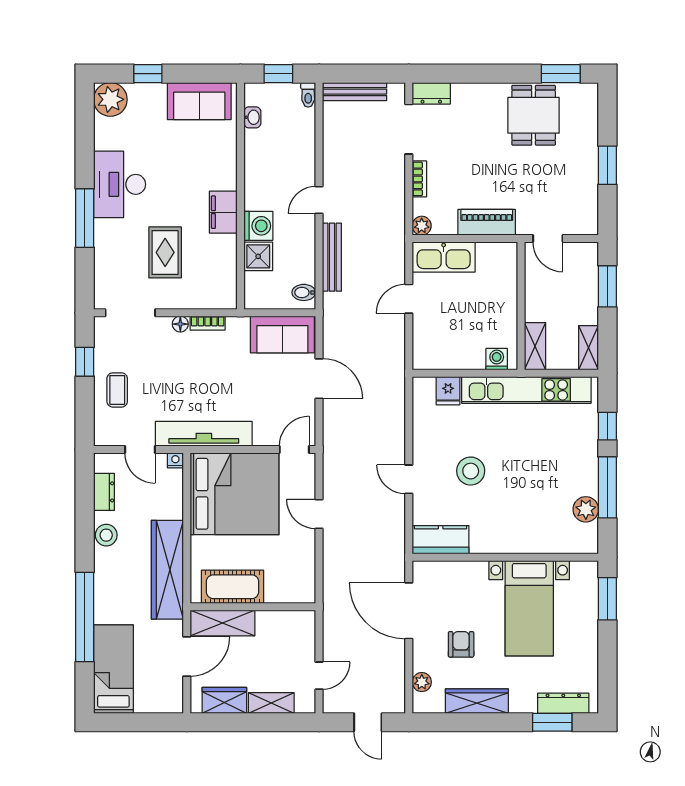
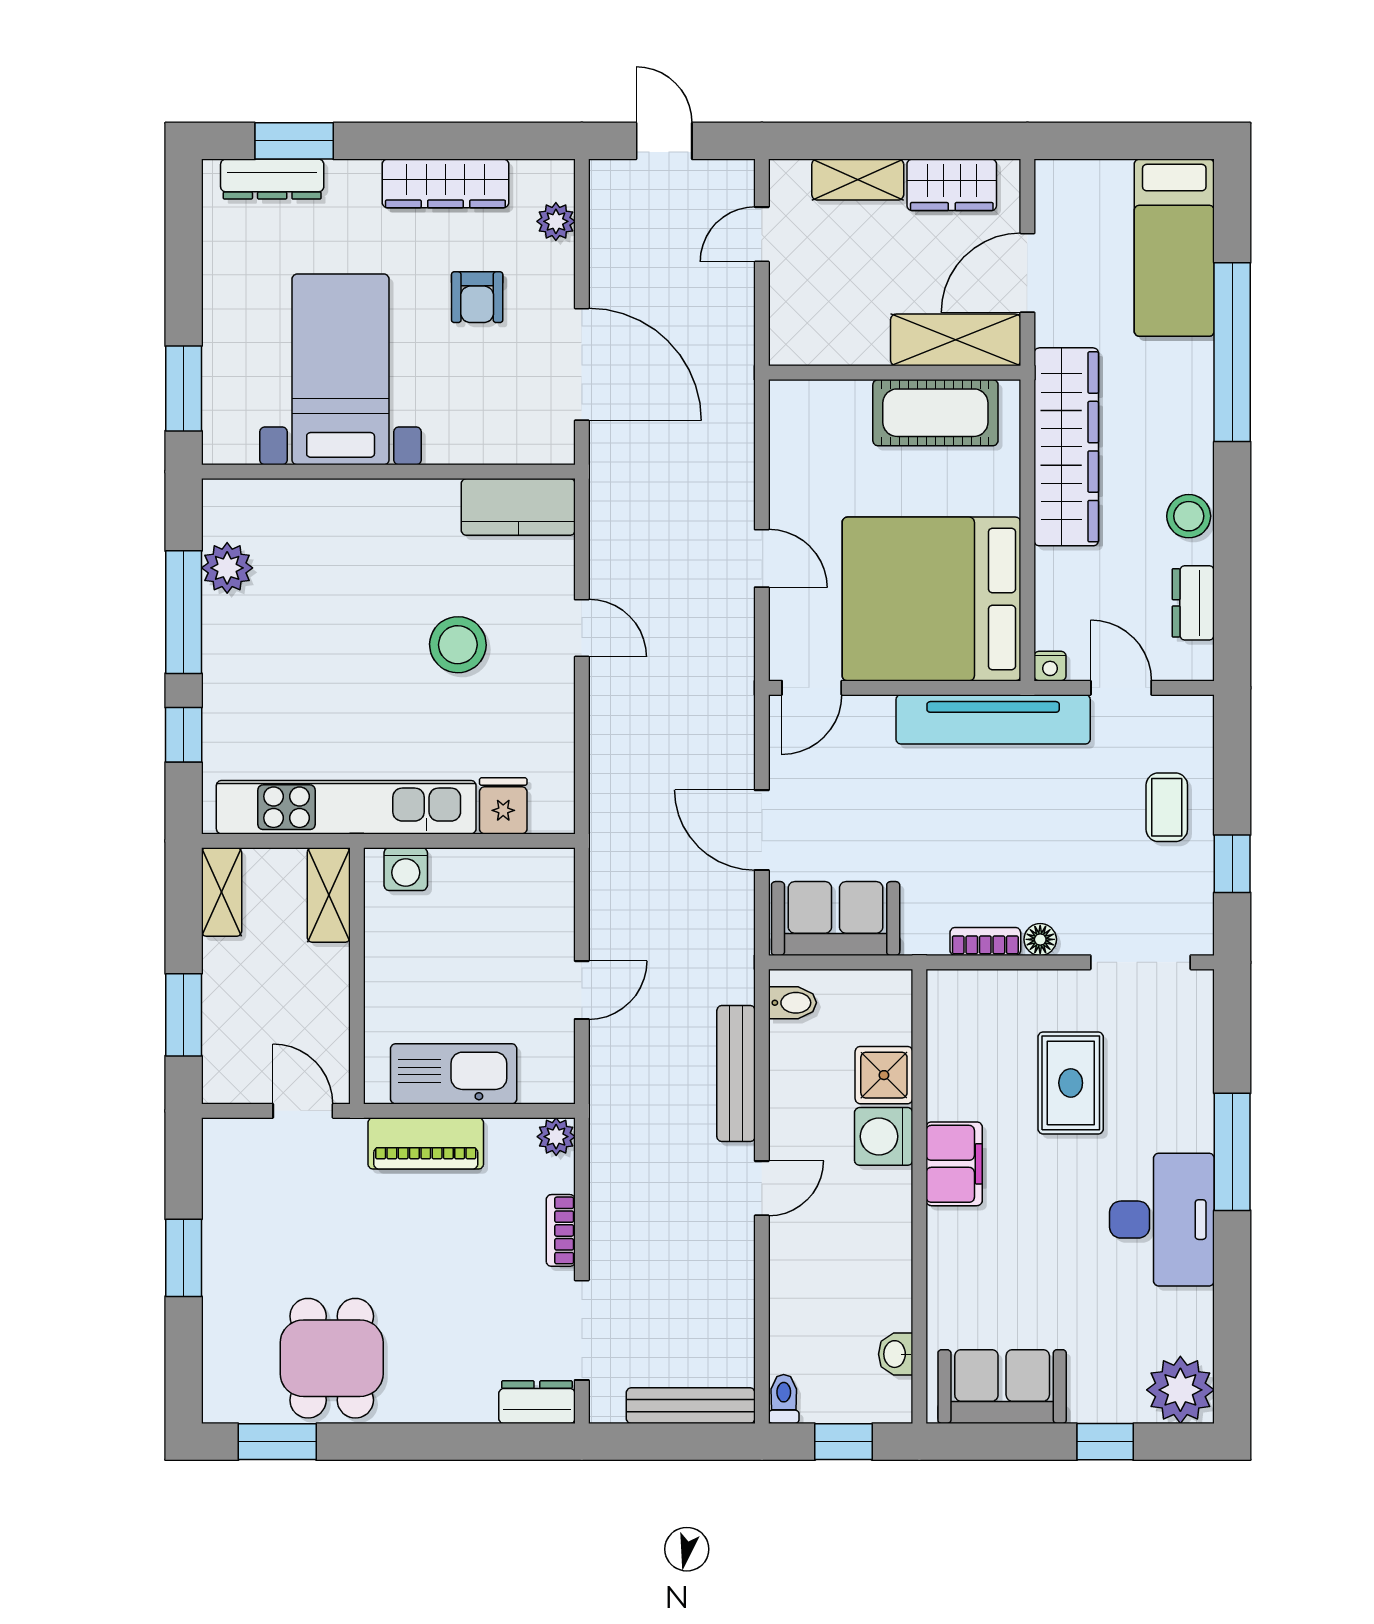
kitchen sink: (444, 257) -> (454, 1074), moved

